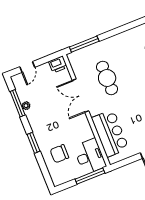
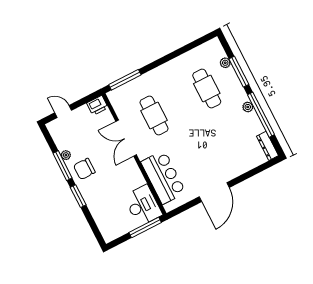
door: (27, 67) -> (63, 111), swing flipped
window: (18, 103) -> (63, 166), moved
chair: (59, 154) -> (84, 169), moved

